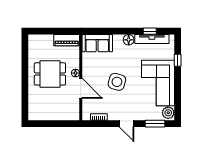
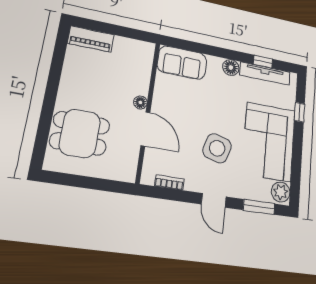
piano: (67, 40) -> (91, 39), moved
dining table: (50, 74) -> (80, 133), moved
side table: (117, 82) -> (217, 148), moved

